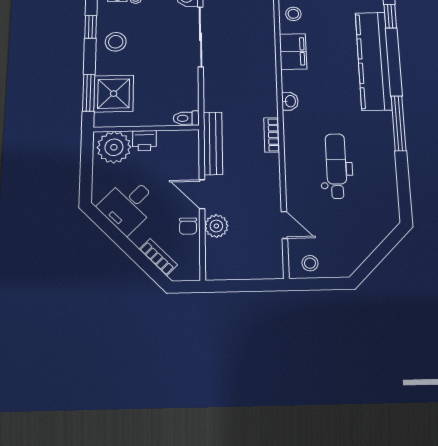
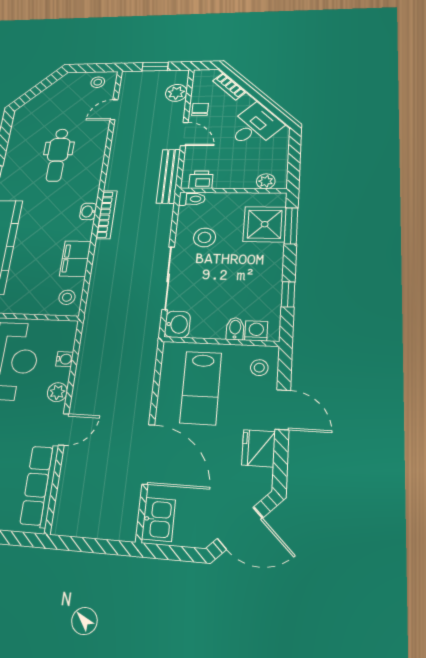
stool: (116, 42) -> (205, 237), moved
bookcase: (272, 135) -> (107, 215), moved, width x1.56
printer: (144, 141) -> (201, 180), moved
plant: (114, 147) -> (266, 181), width x0.53, depth x0.53
door: (284, 225) -> (114, 110), hinge flipped
plant: (216, 226) -> (176, 93), moved
window: (246, 285) -> (155, 67), added

